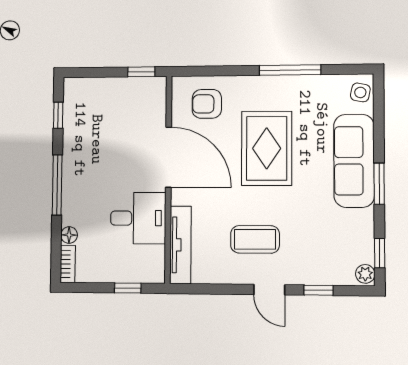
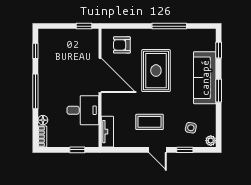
side table: (360, 92) -> (191, 128), moved
tv unit: (180, 245) -> (107, 132), width x0.71
window: (380, 253) -> (219, 50), moved

